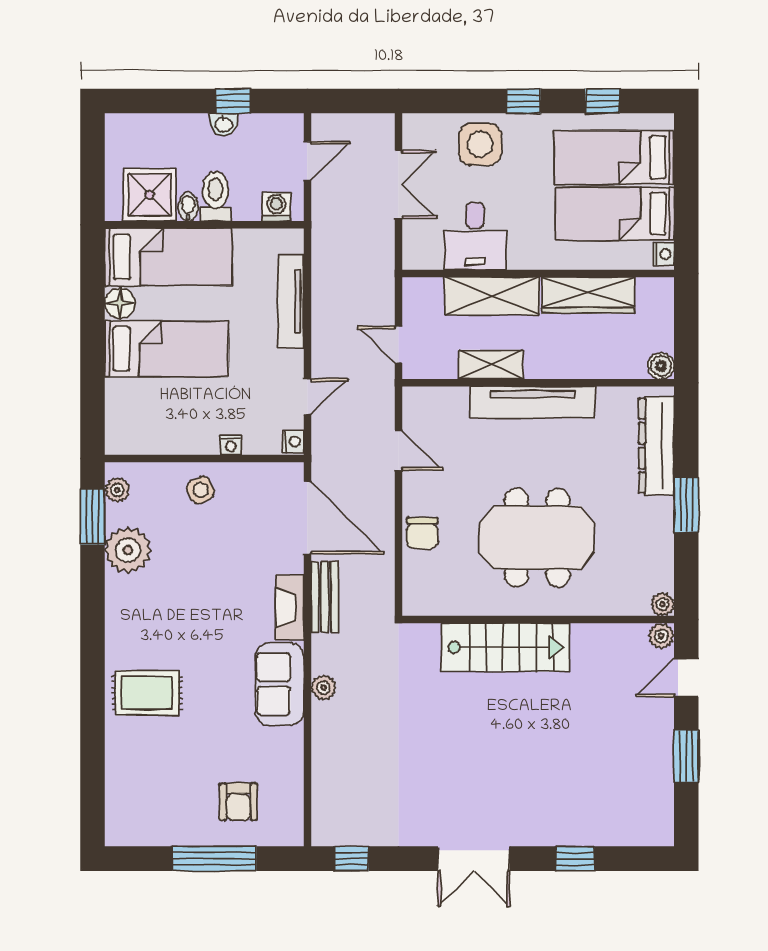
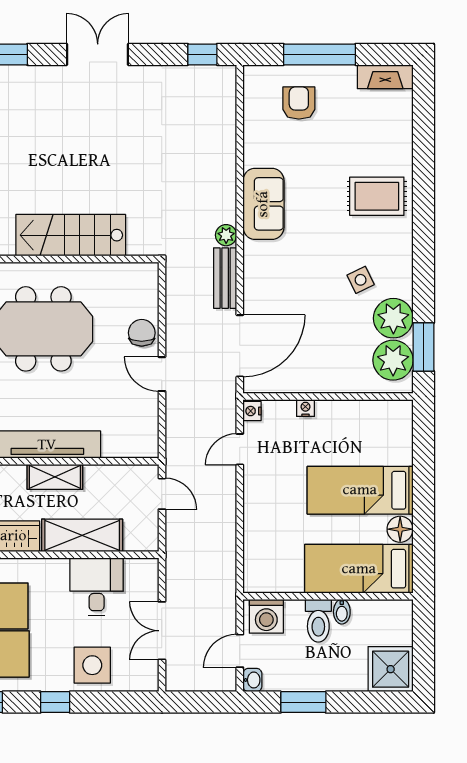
window: (233, 101) -> (303, 702), width x1.50
washbasin: (224, 124) -> (252, 680), moved, turned 90
shower: (149, 195) -> (391, 669), moved
washing machine: (276, 207) -> (266, 616), width x1.38, depth x1.38
tv unit: (291, 302) -> (254, 531), removed
shelving: (491, 364) -> (55, 477), moved
door: (399, 450) -> (162, 374), moved
plant: (117, 490) -> (393, 360), width x1.88, depth x1.88
side table: (200, 490) -> (361, 280), moved
door: (307, 518) -> (240, 346), swing flipped
fireplace: (290, 607) -> (385, 77), moved, turned 90
plant: (324, 688) -> (226, 235), moved

